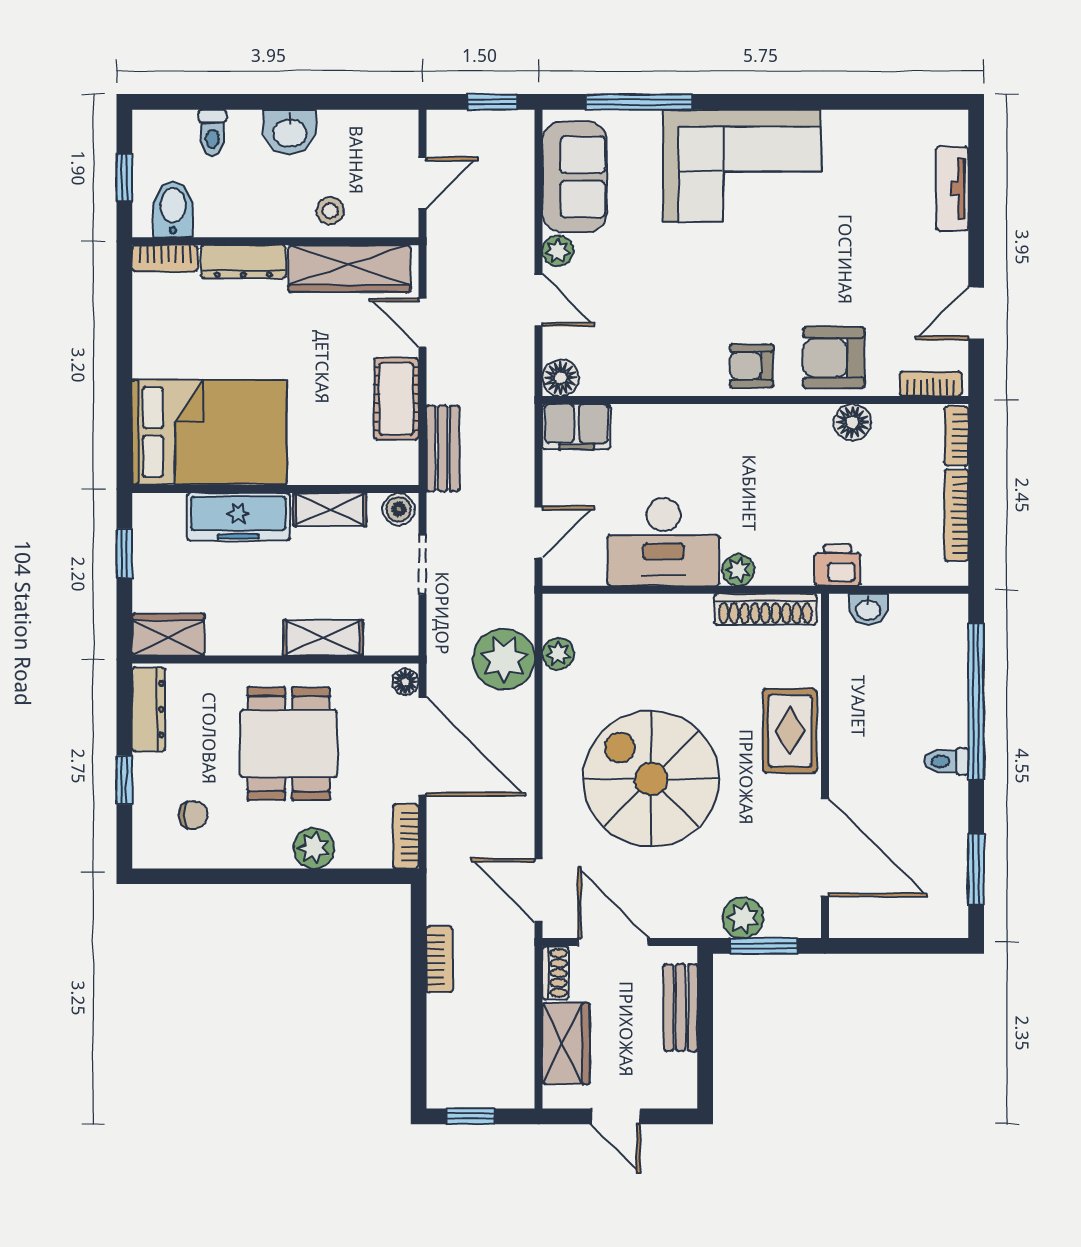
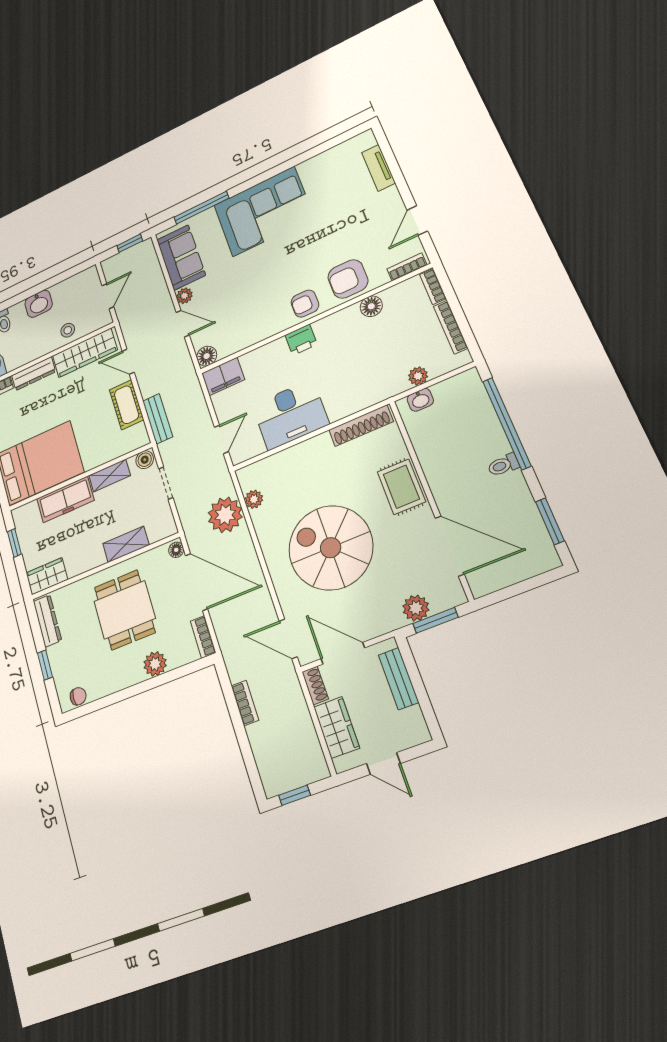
printer: (838, 565) -> (301, 340), moved, turned 180
plant: (738, 570) -> (418, 376), moved
chair: (193, 815) -> (78, 696), moved

